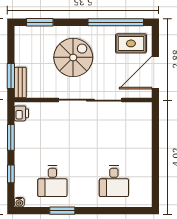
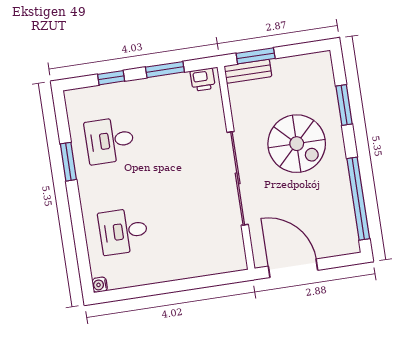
window: (40, 22) -> (344, 105), moved
rug: (131, 43) -> (330, 226), removed
water cooler: (19, 202) -> (100, 285), moved

